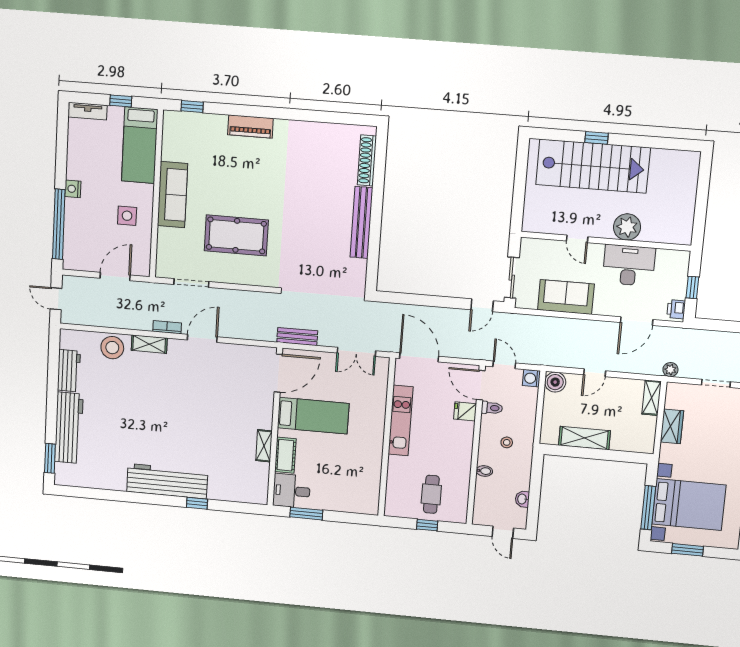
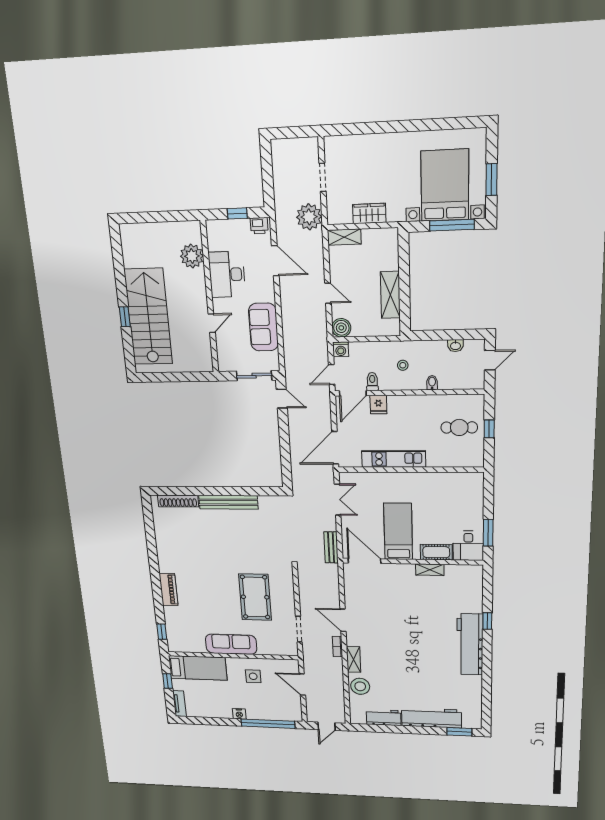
plant: (627, 227) -> (192, 256), moved
plant: (670, 370) -> (309, 217), width x1.87, depth x1.87

